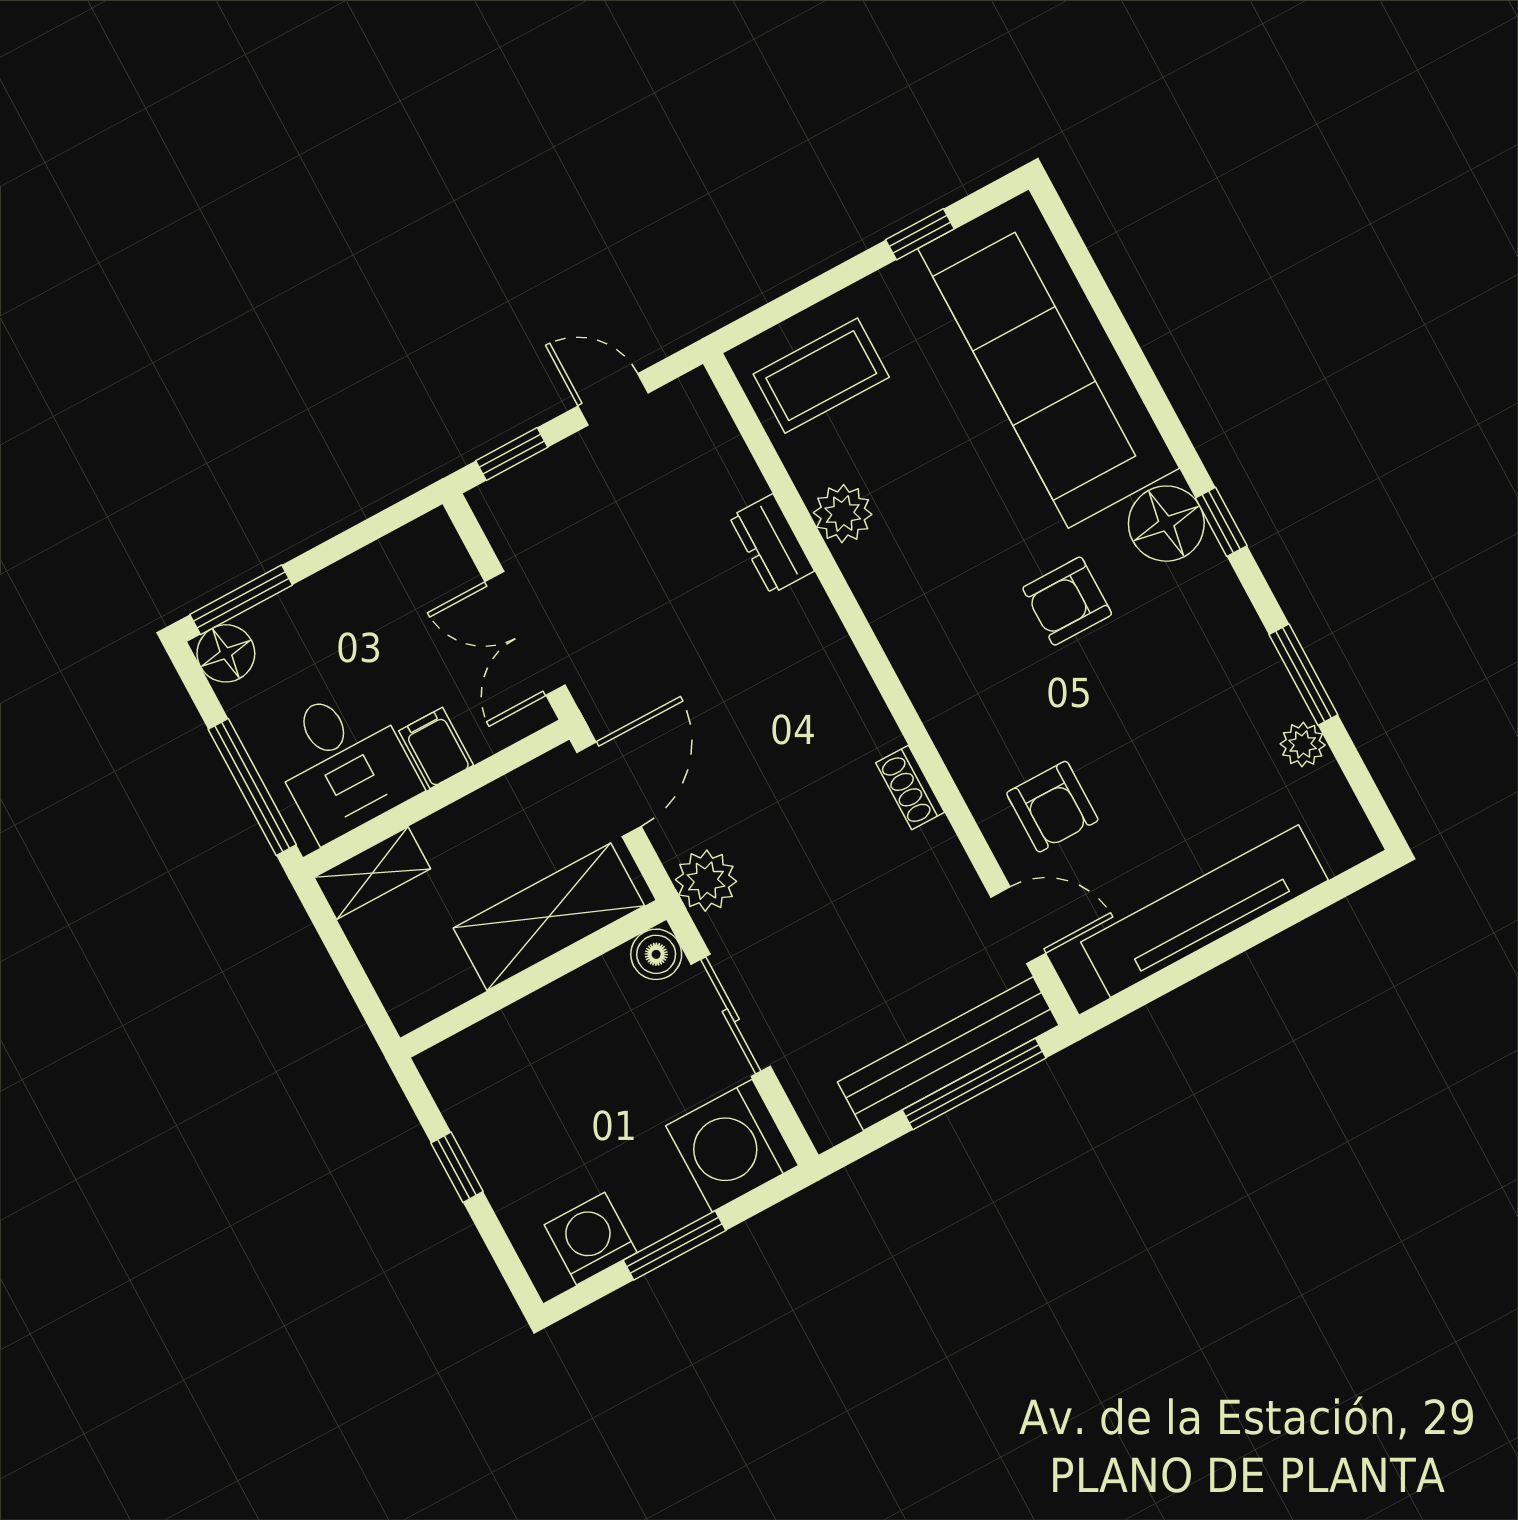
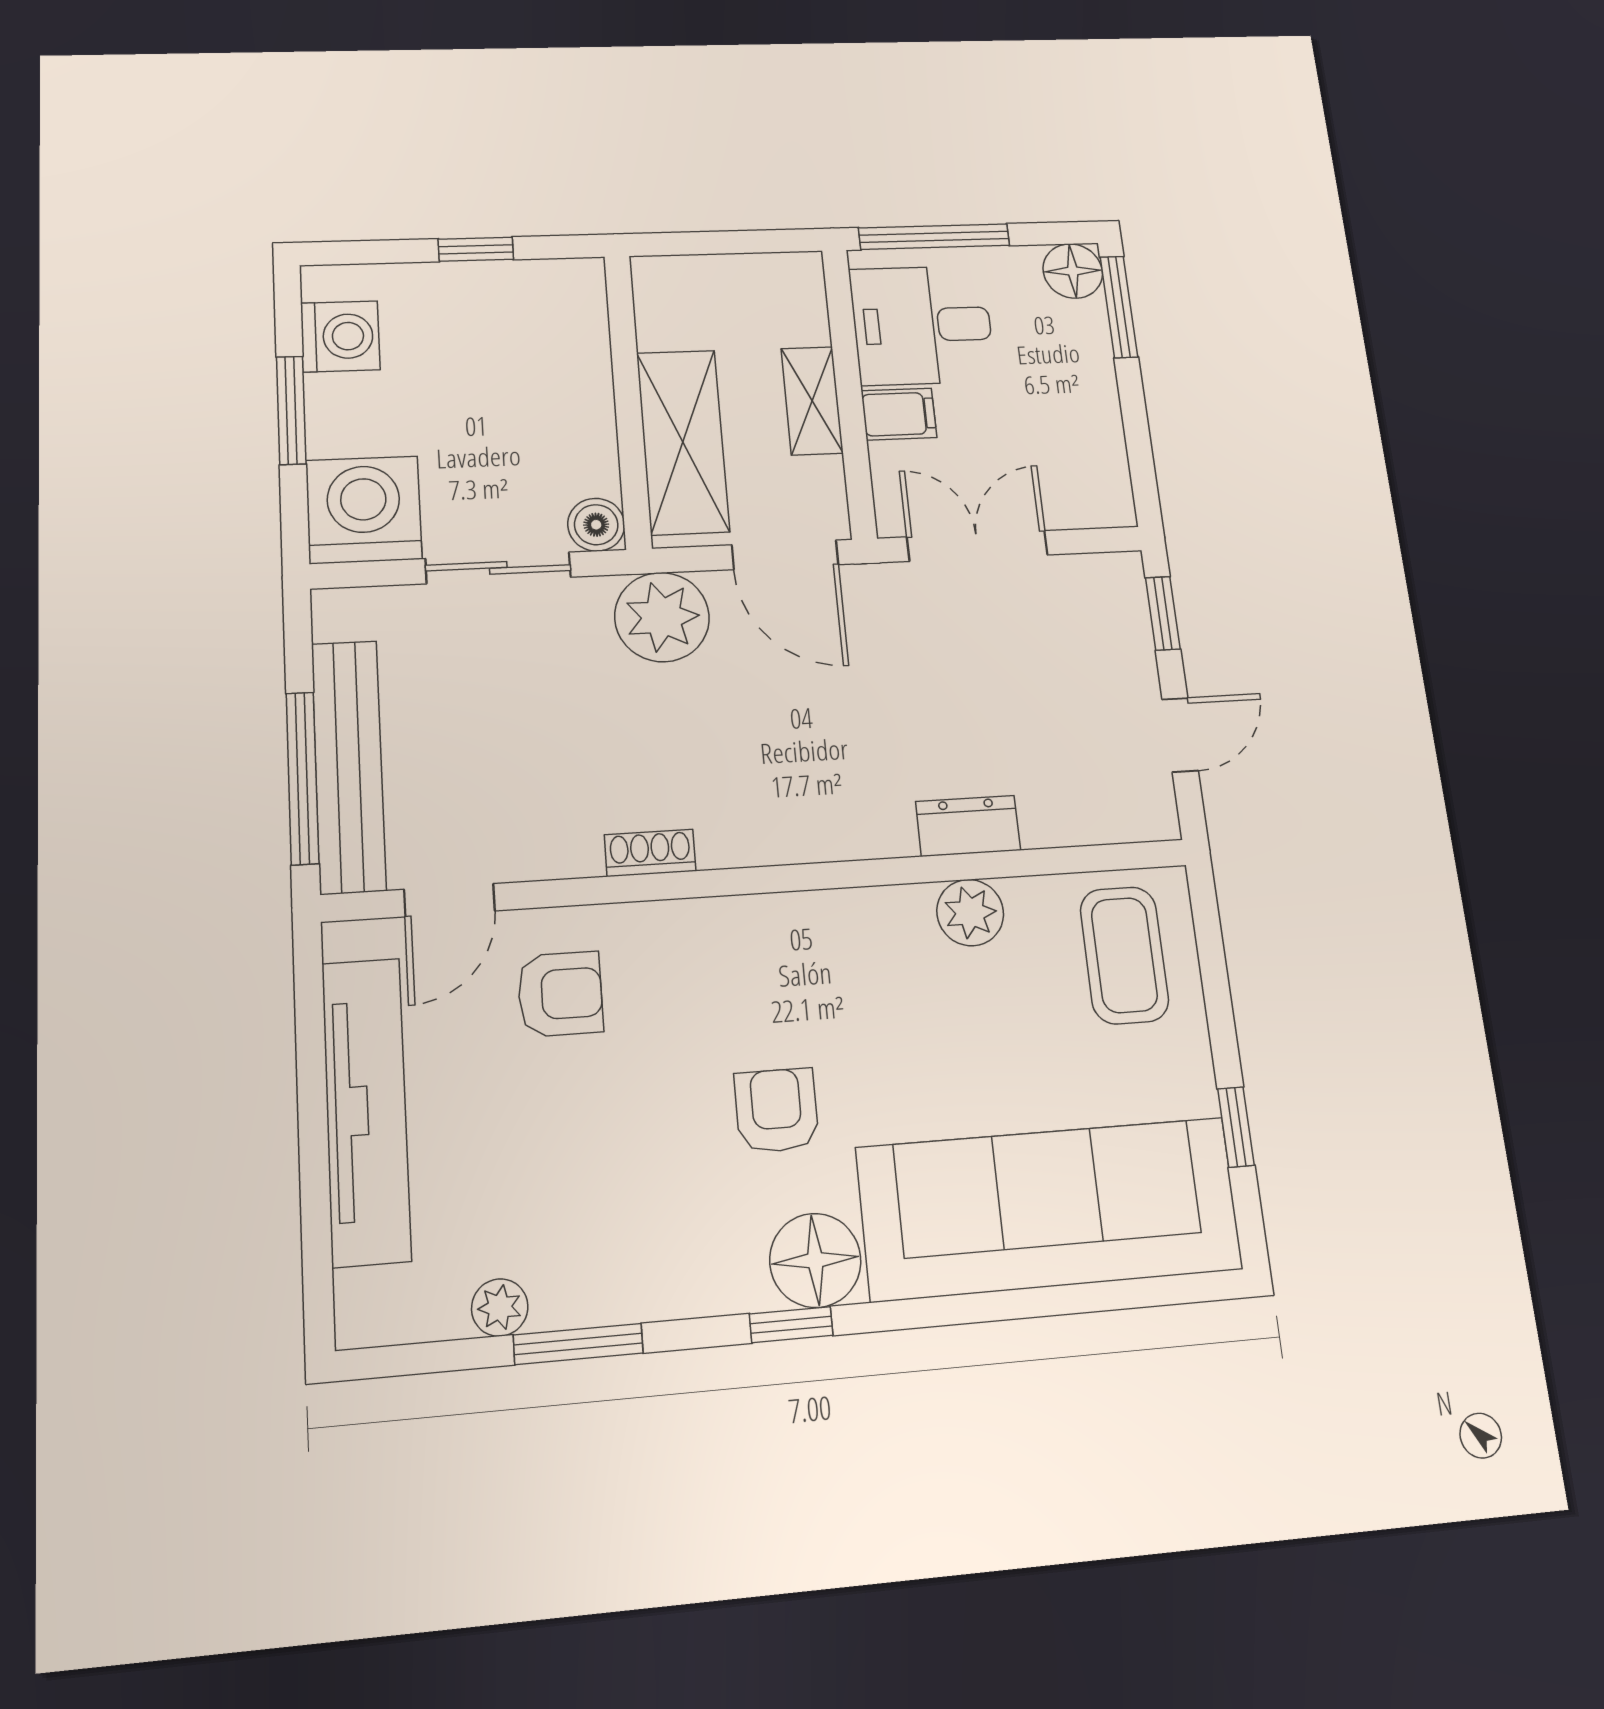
armchair: (1052, 807) -> (560, 994), turned 180
shelving: (372, 873) -> (812, 401), moved
plant: (706, 881) -> (662, 617), width x1.36, depth x1.36

